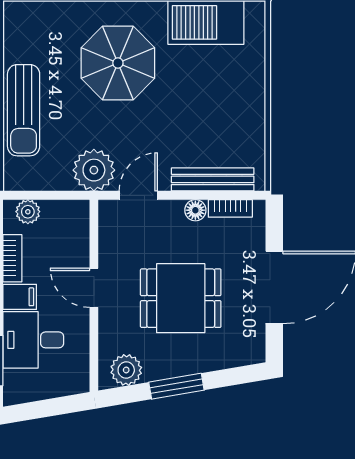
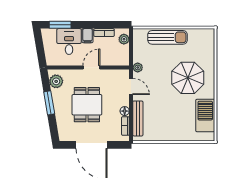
sun lounger: (24, 110) -> (168, 37), turned 180
plant: (94, 170) -> (138, 68), width x0.53, depth x0.53

